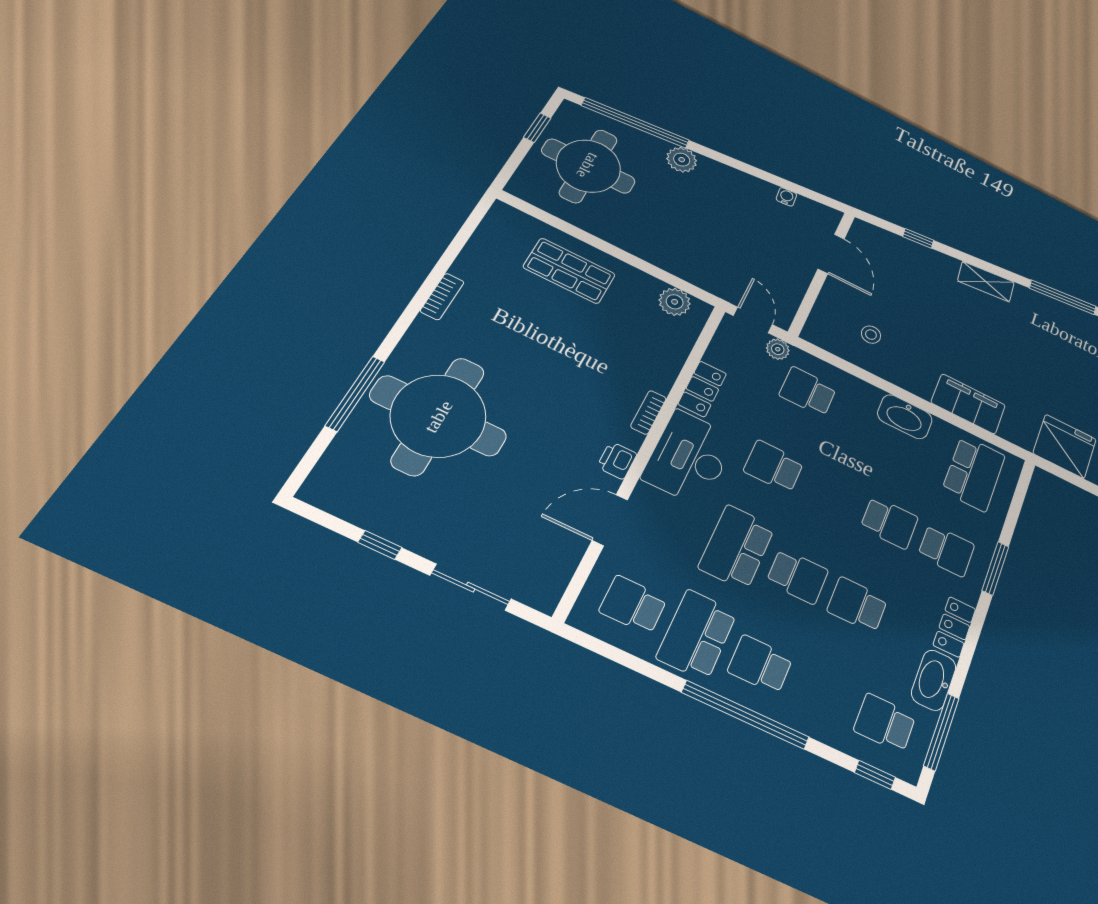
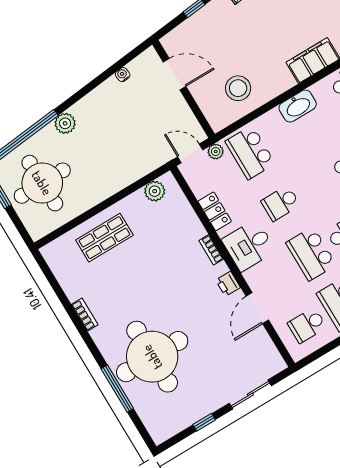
stool: (871, 335) -> (238, 88), width x1.89, depth x1.89
school desk: (808, 391) -> (250, 152), width x1.85
desk: (689, 458) -> (249, 245), width x0.73

